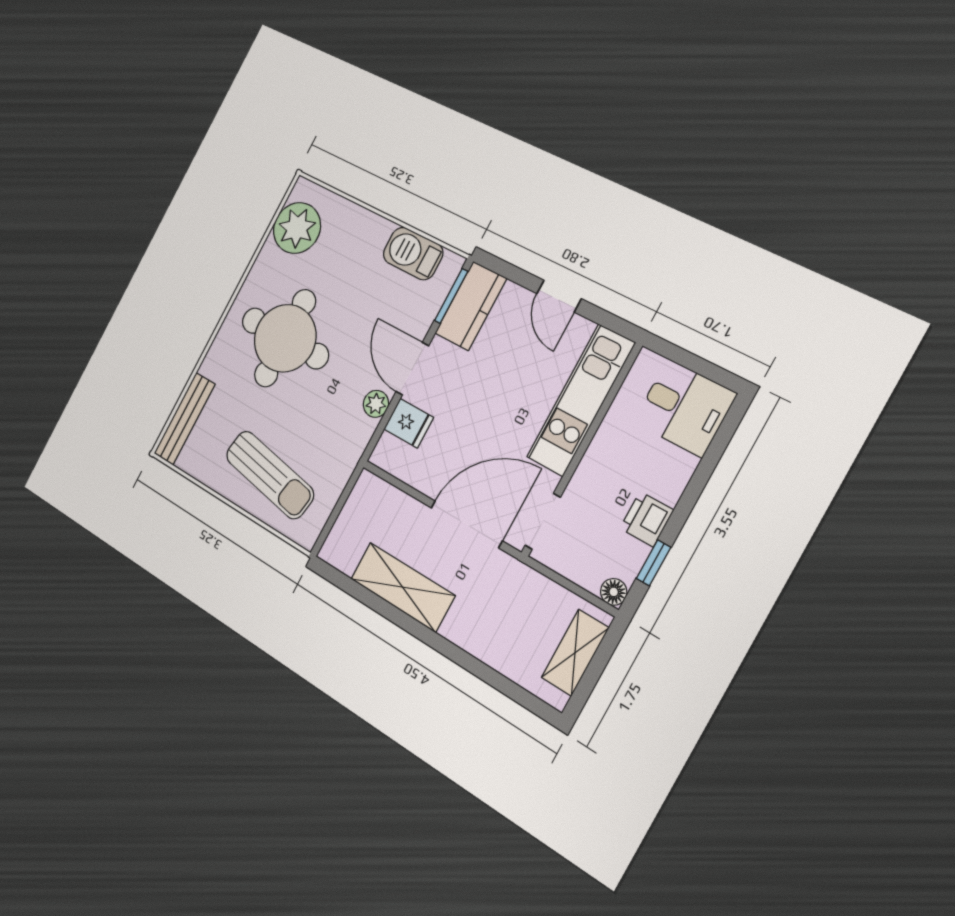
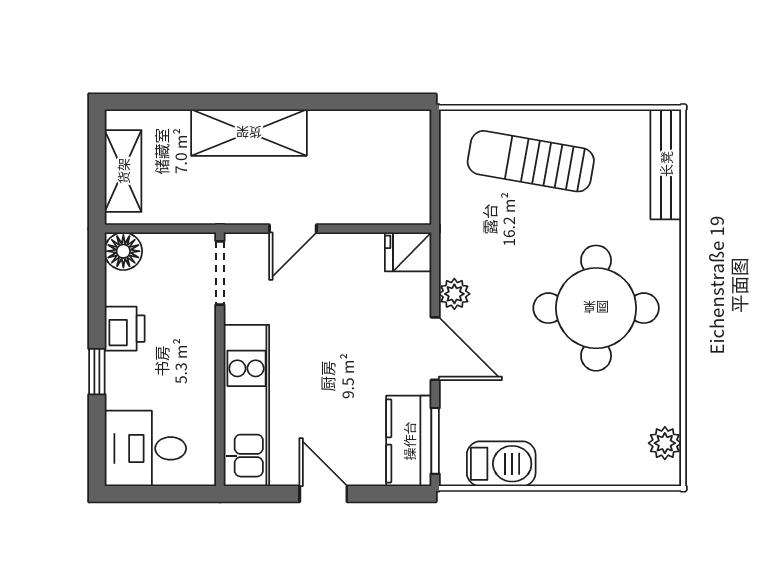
plant: (297, 228) -> (665, 443), width x0.53, depth x0.53
fridge: (409, 423) -> (408, 252), moved
door: (466, 524) -> (293, 229), width x0.53
window: (654, 563) -> (97, 372), moved
shelving: (403, 587) -> (249, 133), moved
floor lamp: (614, 592) -> (123, 251), width x1.37, depth x1.37

